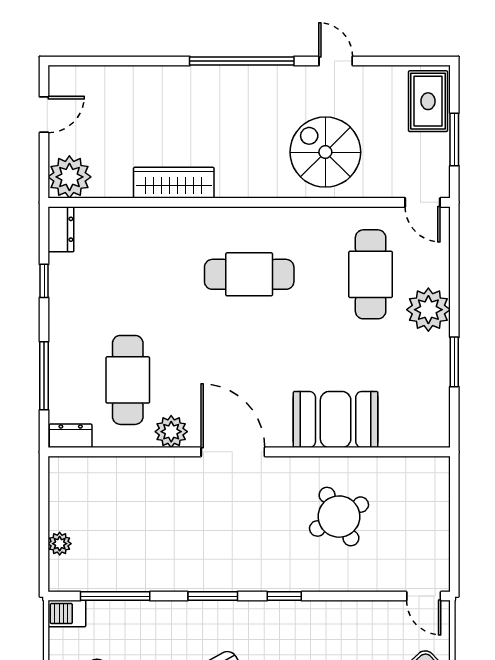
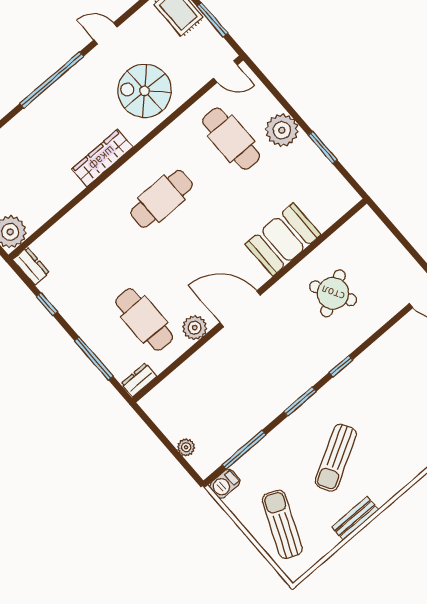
wardrobe: (174, 183) -> (102, 158), moved

